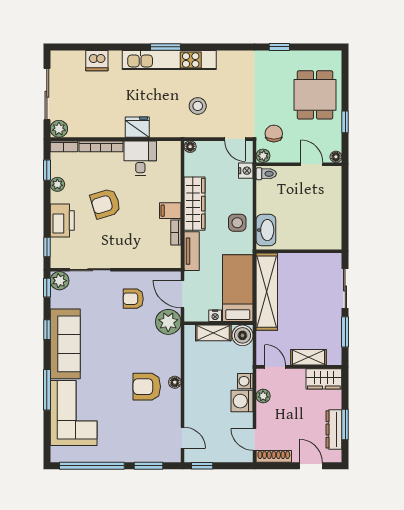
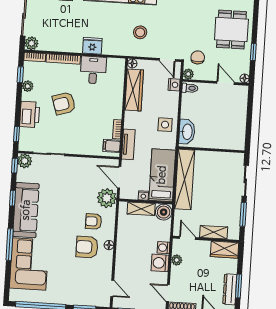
wardrobe: (195, 204) -> (134, 90), moved
filing cabinet: (170, 211) -> (112, 146), moved
armchair: (133, 299) -> (94, 221), moved

